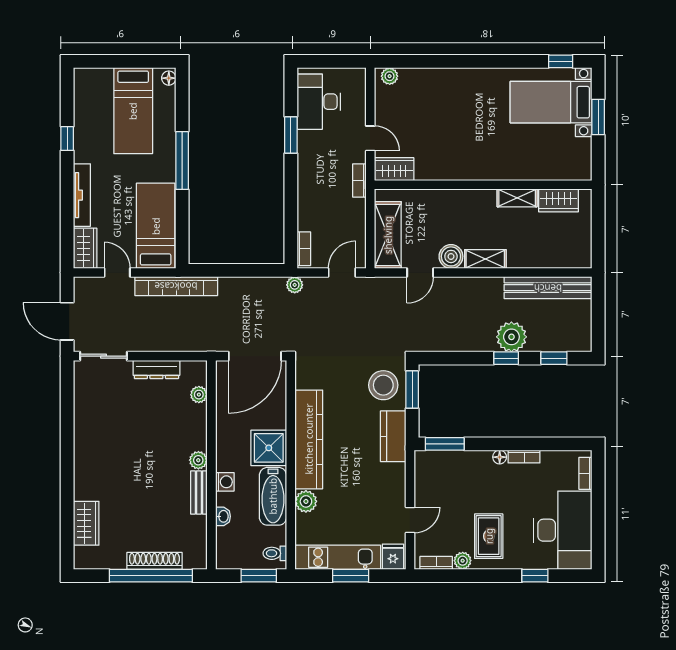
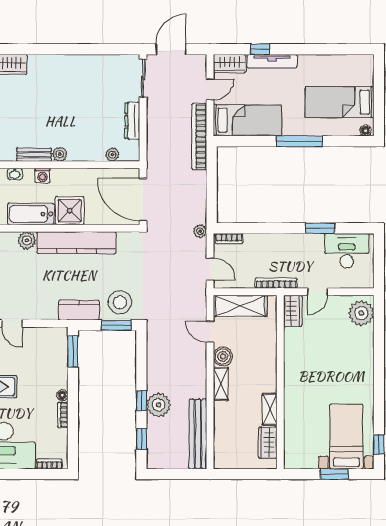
plant: (390, 76) -> (361, 313), width x1.88, depth x1.88
window: (67, 139) -> (260, 49), moved
bookcase: (359, 181) -> (276, 283), width x1.56

